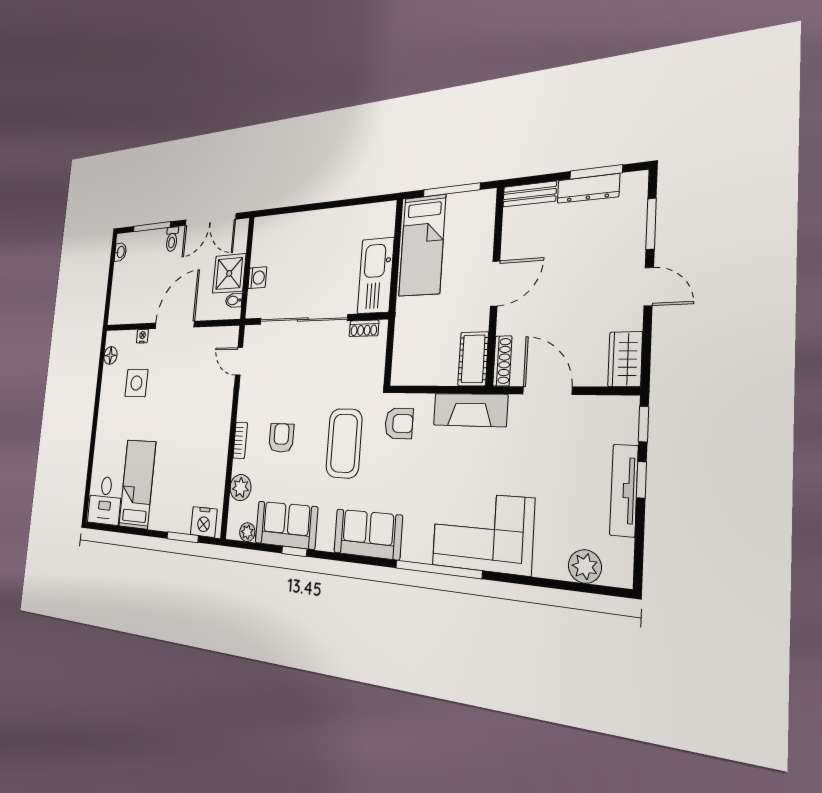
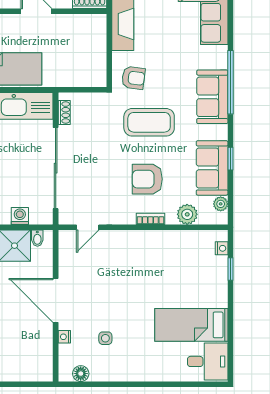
cot: (473, 359) -> (88, 24), removed
side table: (136, 383) -> (105, 338), width x0.54, depth x0.54
armchair: (399, 423) -> (133, 78), turned 97
armchair: (281, 438) -> (147, 179), width x1.38, depth x1.38
nightstand: (204, 522) -> (222, 248), width x0.53, depth x0.56
window: (183, 537) -> (231, 269), width x0.67
window: (438, 569) -> (231, 82), moved

